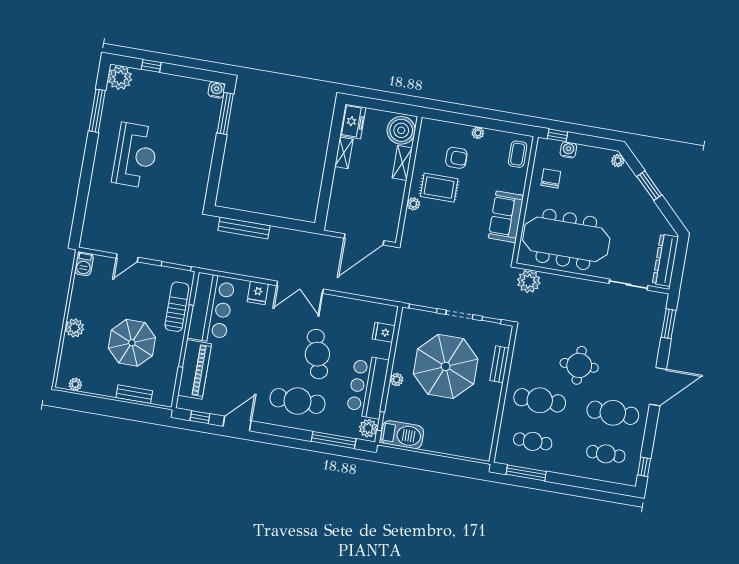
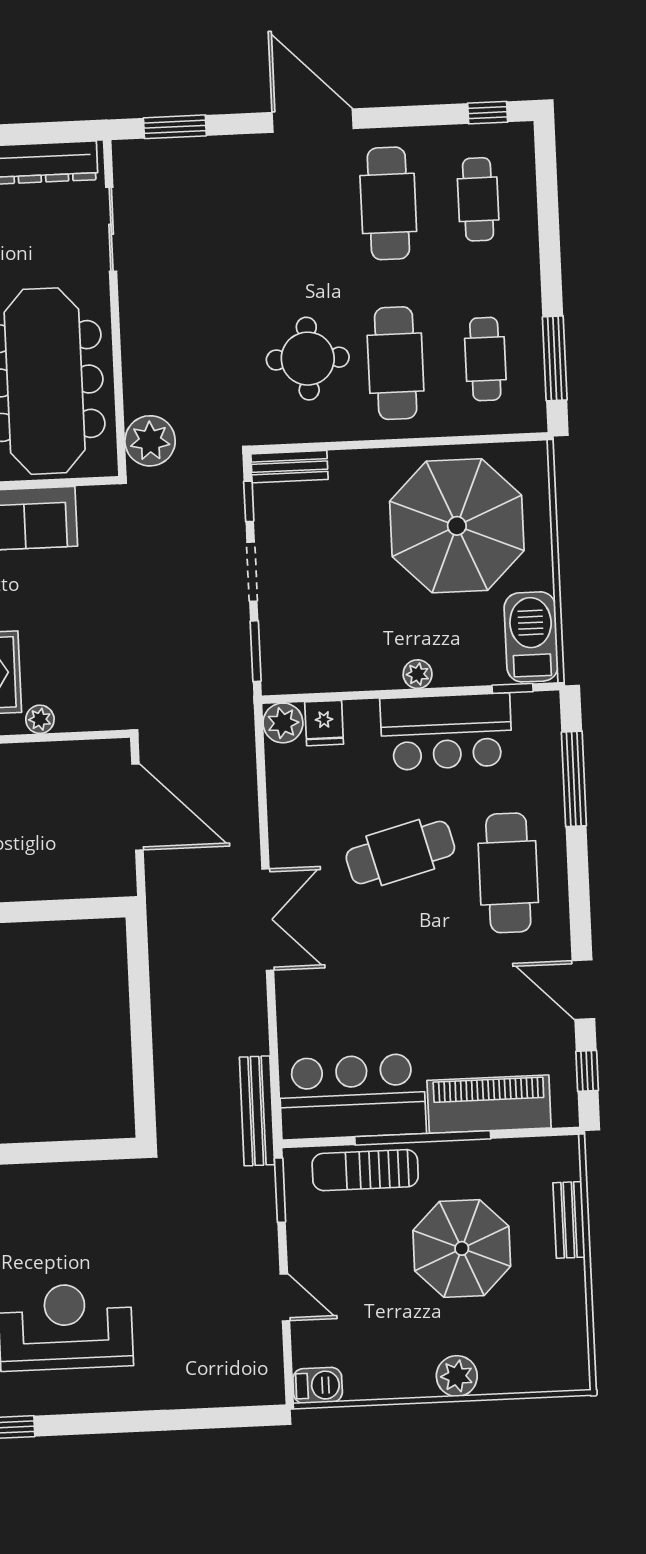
bench: (244, 228) -> (257, 1111), moved
fridge: (258, 293) -> (299, 1006), removed
bench: (499, 364) -> (289, 467), moved
round table: (579, 365) -> (308, 359), moved
parasol: (446, 366) -> (457, 526), moved
plant: (75, 384) -> (575, 1348), removed
plant: (368, 428) -> (283, 723), moved

